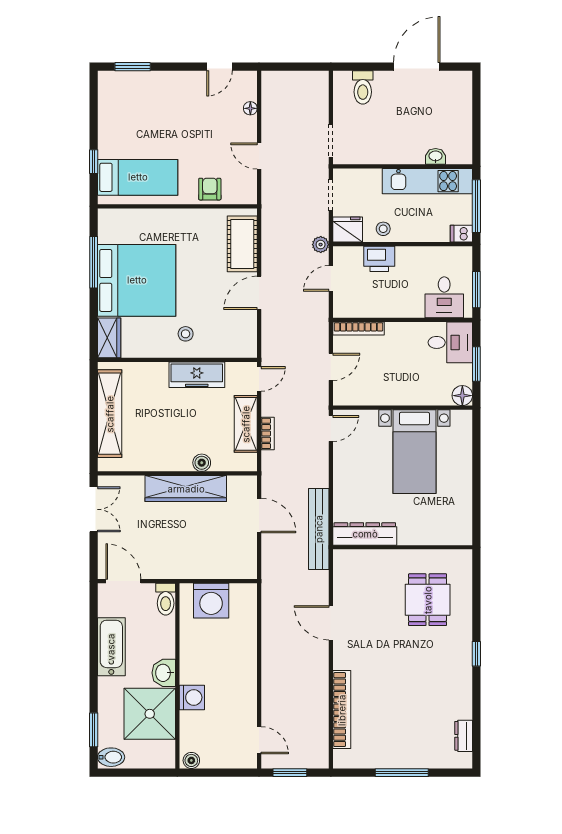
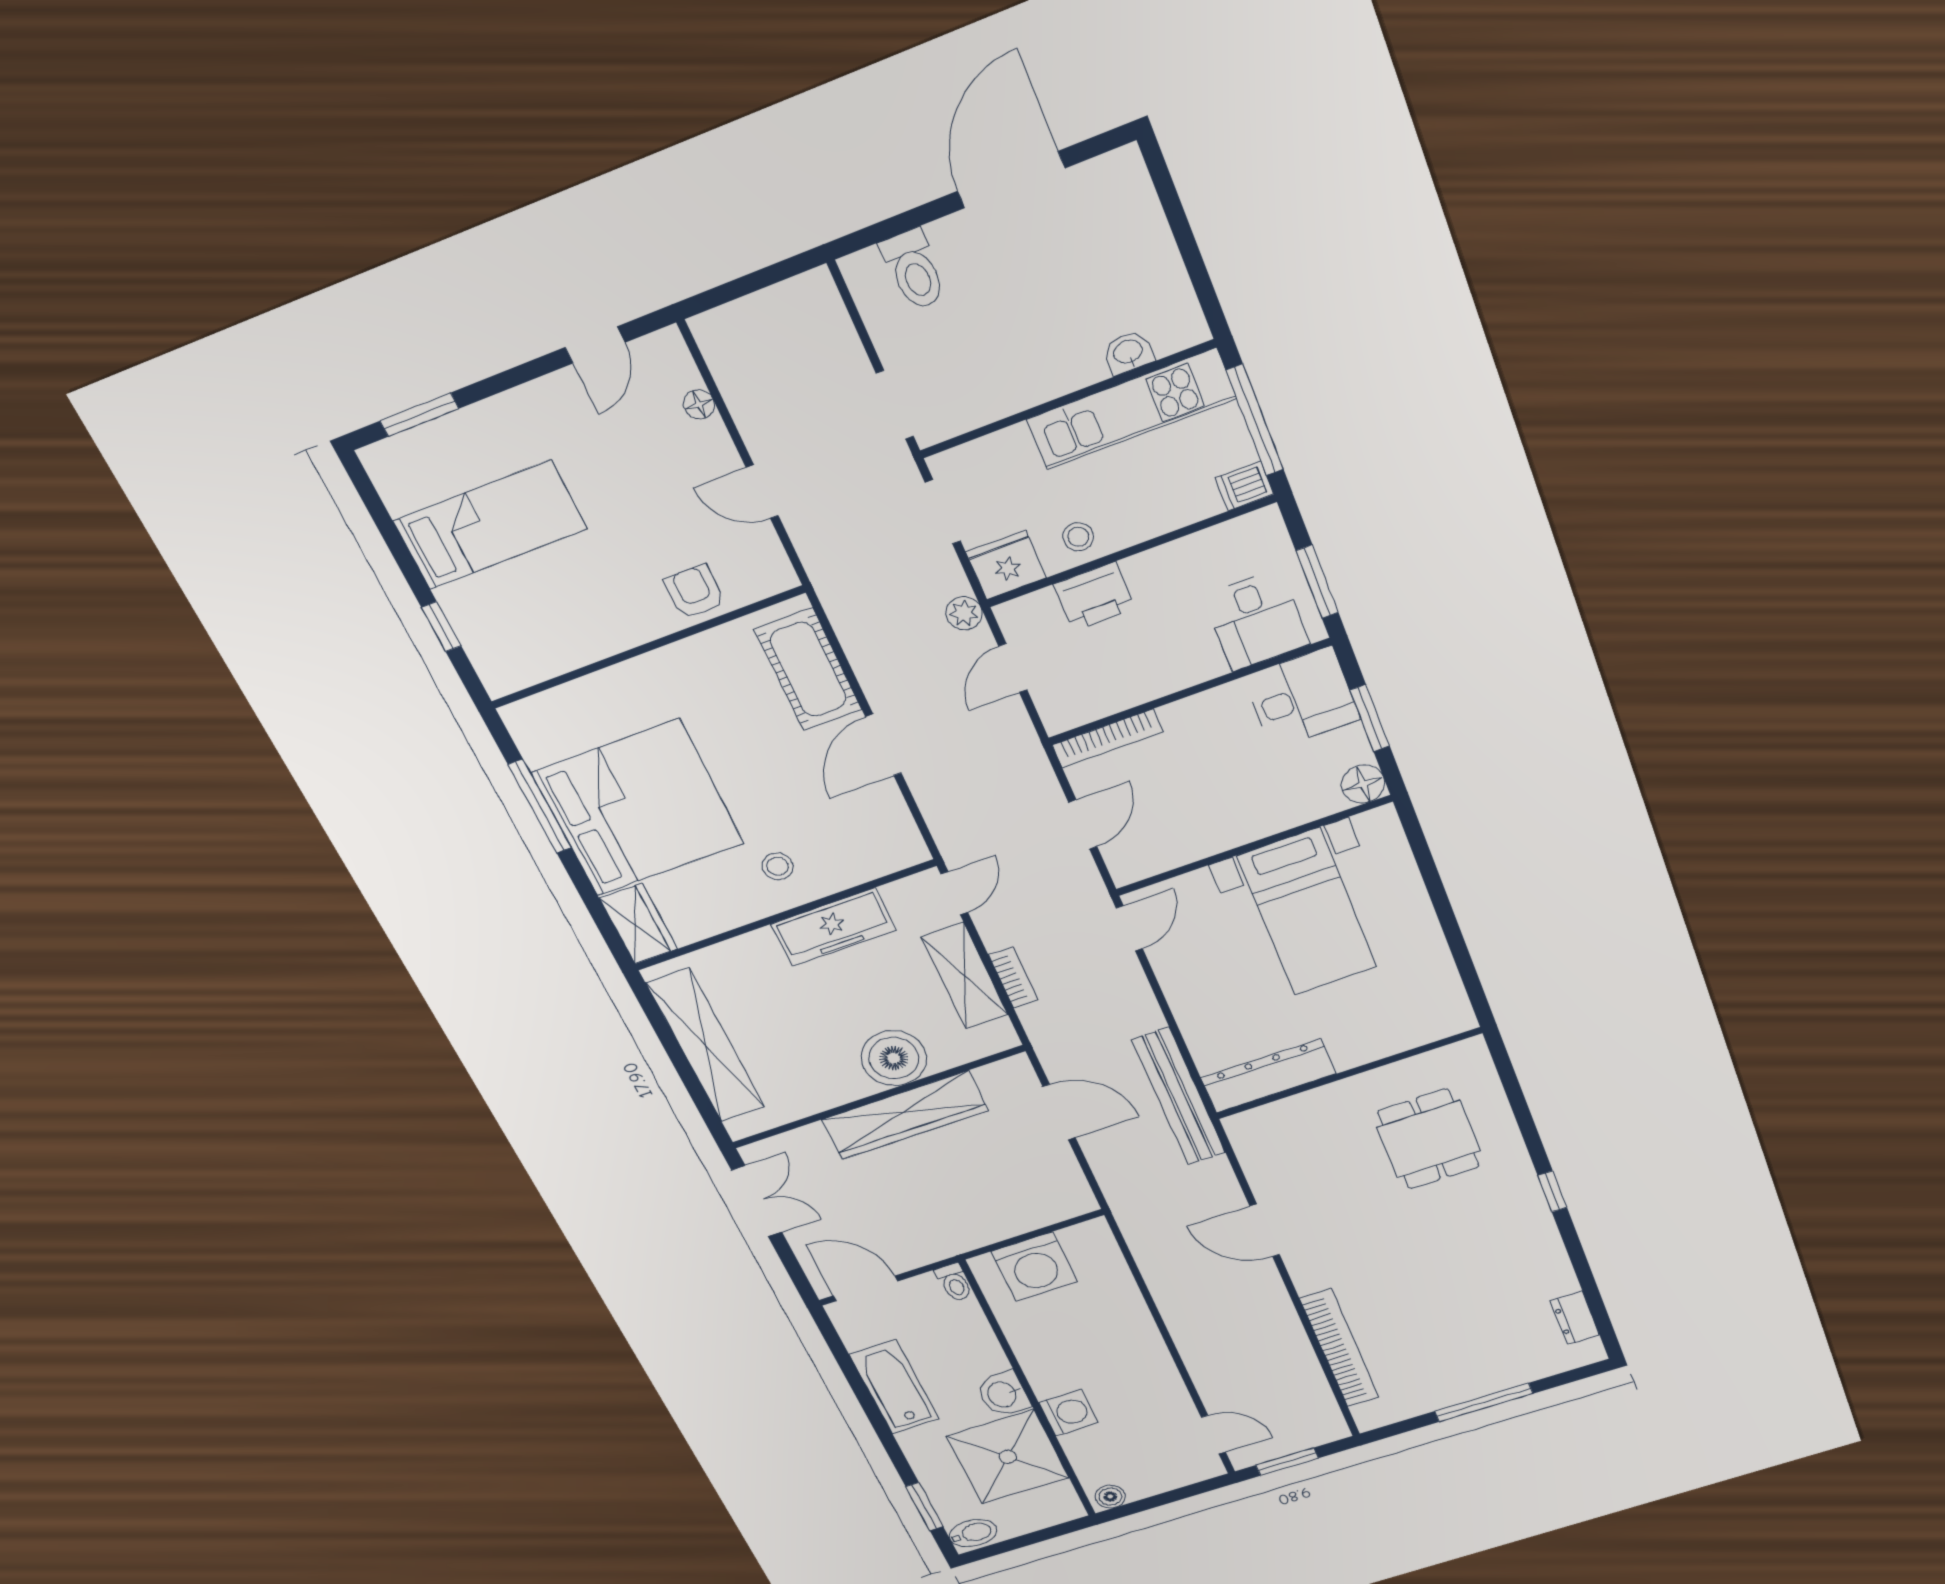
bed: (138, 177) -> (490, 525), moved
boiler: (202, 463) -> (894, 1058), width x1.86, depth x1.86
toilet: (166, 599) -> (954, 1282), width x0.73, depth x0.72

